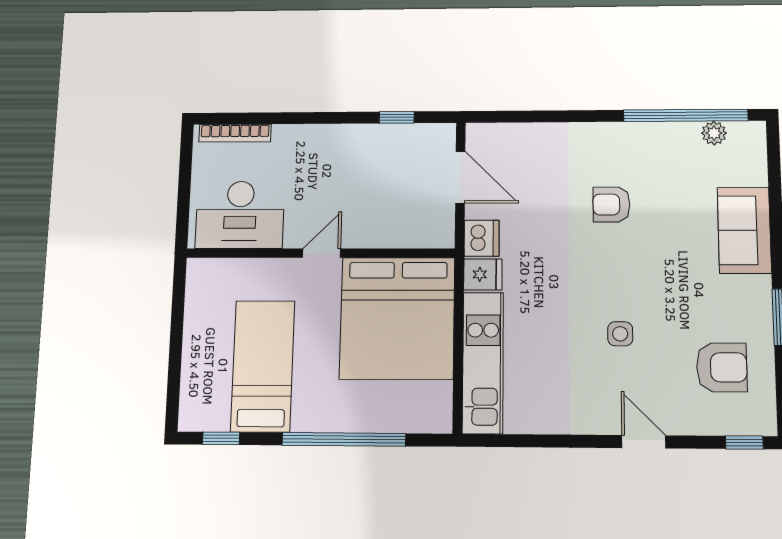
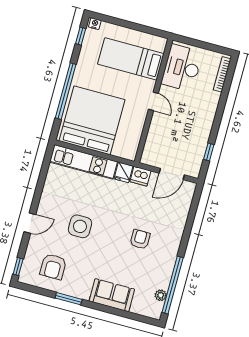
bed: (397, 318) -> (92, 120), moved, turned 90
side table: (620, 334) -> (80, 226), width x1.87, depth x1.87
bed: (263, 366) -> (131, 59), moved, turned 180
nightstand: (189, 415) -> (95, 24), added

